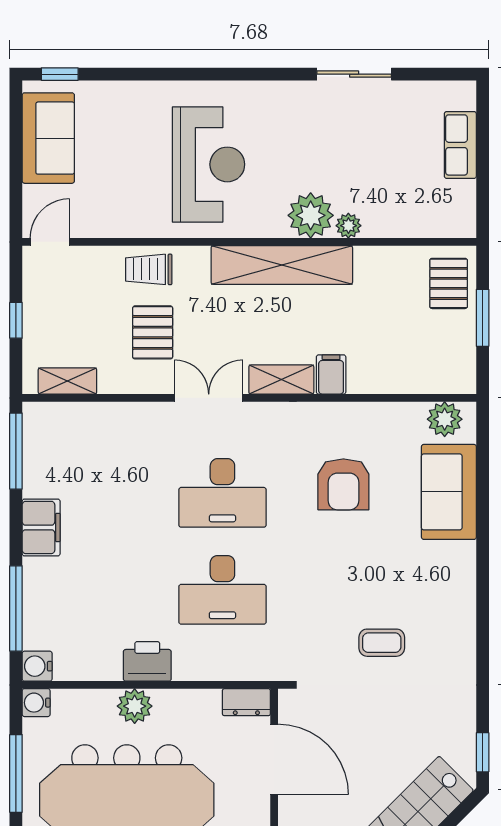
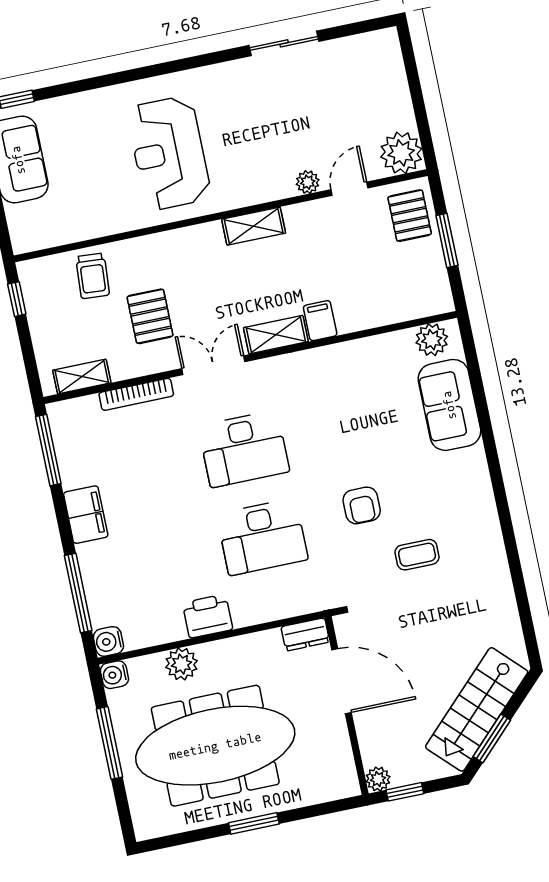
row of seats: (460, 145) -> (394, 88), removed
reception desk: (208, 164) -> (169, 153), turned 180
plant: (311, 215) -> (401, 153), moved
door: (50, 242) -> (349, 189), moved
shelving: (282, 265) -> (254, 226), width x0.45, depth x0.75
trolley: (149, 269) -> (93, 276), moved, turned -86
window: (16, 320) -> (17, 299), moved
bookcase: (121, 412) -> (136, 394), added
armchair: (343, 484) -> (362, 505), moved, width x0.72, depth x0.72
plant: (135, 706) -> (182, 664), moved
window: (483, 752) -> (529, 635), removed

